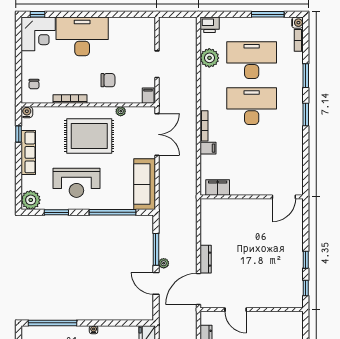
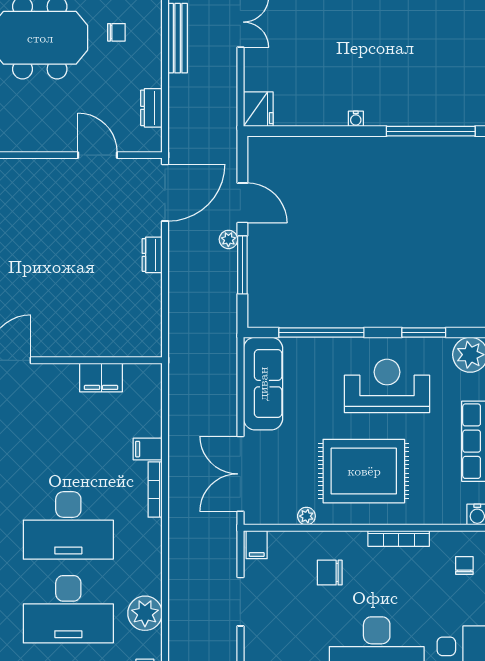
filing cabinet: (218, 187) -> (101, 377), moved
dresser: (206, 259) -> (152, 255), width x0.70

